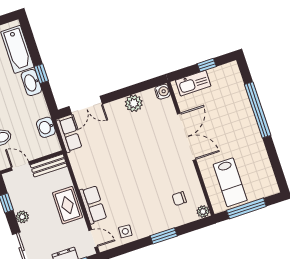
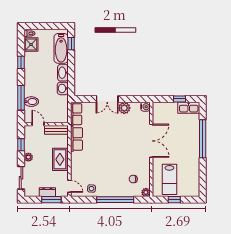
window: (41, 74) -> (71, 44), moved
kitchen sink: (193, 83) -> (189, 108), moved
double door: (86, 105) -> (107, 99), moved
washbasin: (46, 127) -> (63, 88), moved
row of seats: (93, 205) -> (76, 139), moved
window: (246, 208) -> (174, 200), width x0.46
window: (164, 236) -> (115, 200), width x2.11

